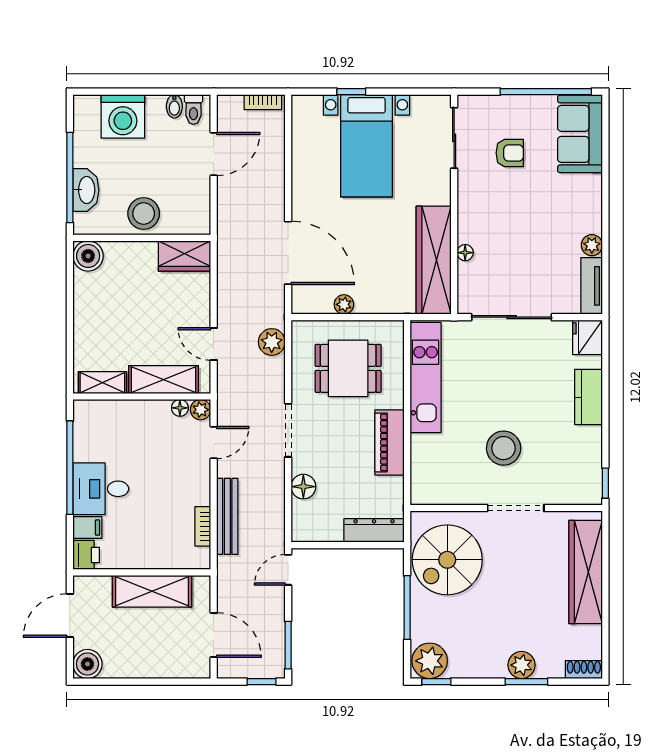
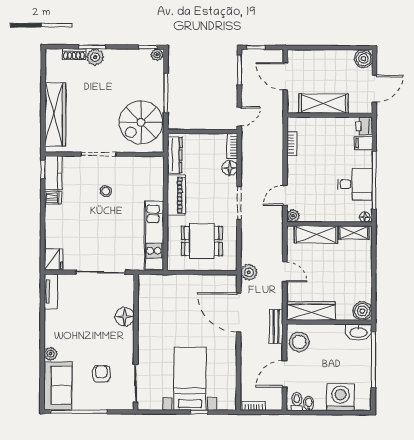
armchair: (510, 153) -> (101, 374), turned 90
washbasin: (86, 190) -> (358, 332), moved, turned -90
stool: (144, 214) -> (299, 342), moved
plant: (592, 245) -> (51, 354), moved
floor lamp: (465, 253) -> (125, 317), width x1.89, depth x1.89
wardrobe: (185, 256) -> (311, 311), width x1.50
wardrobe: (434, 260) -> (149, 308), removed
plant: (344, 304) -> (204, 280), removed
plant: (272, 342) -> (249, 272), moved
door: (214, 344) -> (285, 272), moved
kitchen counter: (589, 397) -> (53, 173), moved
floor lamp: (180, 408) -> (365, 217), moved
dishwasher: (589, 437) -> (53, 198), added
stool: (504, 448) -> (106, 191), width x0.53, depth x0.53
desk: (101, 489) -> (355, 184), moved
bench: (227, 516) -> (276, 327), moved, width x0.73
bookcase: (299, 522) -> (232, 146), added
dresser: (374, 530) -> (175, 155), moved, turned -90
spiral stairs: (447, 560) -> (141, 122), turned 180
plant: (430, 661) -> (157, 55), width x0.53, depth x0.53
shoe rack: (584, 670) -> (74, 54), moved

